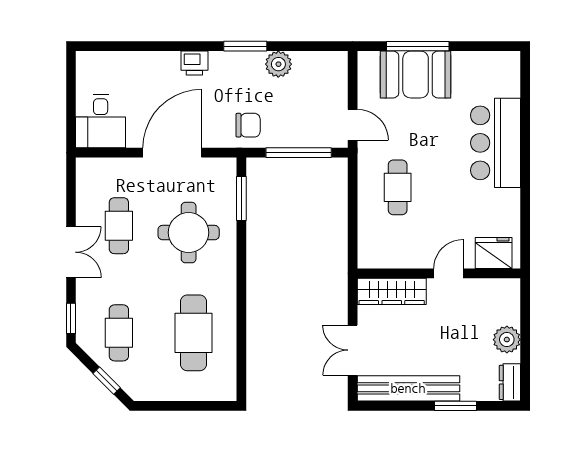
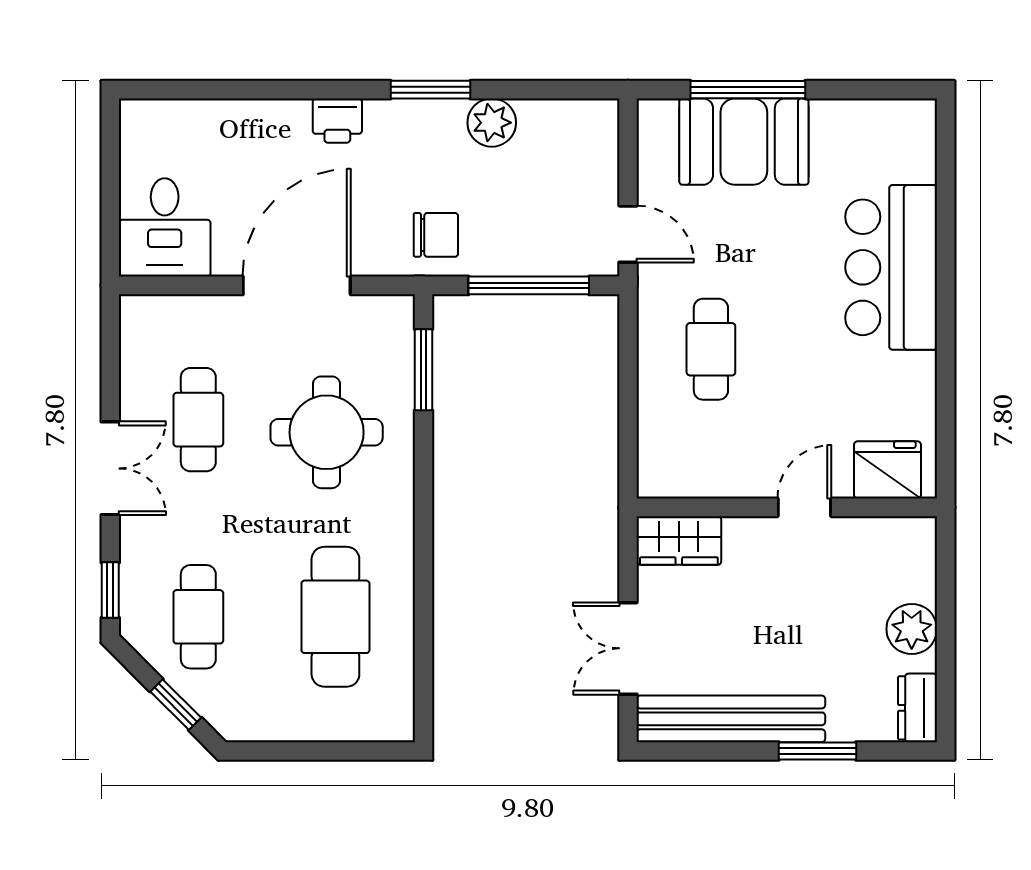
wardrobe: (392, 291) -> (679, 540), width x0.67

